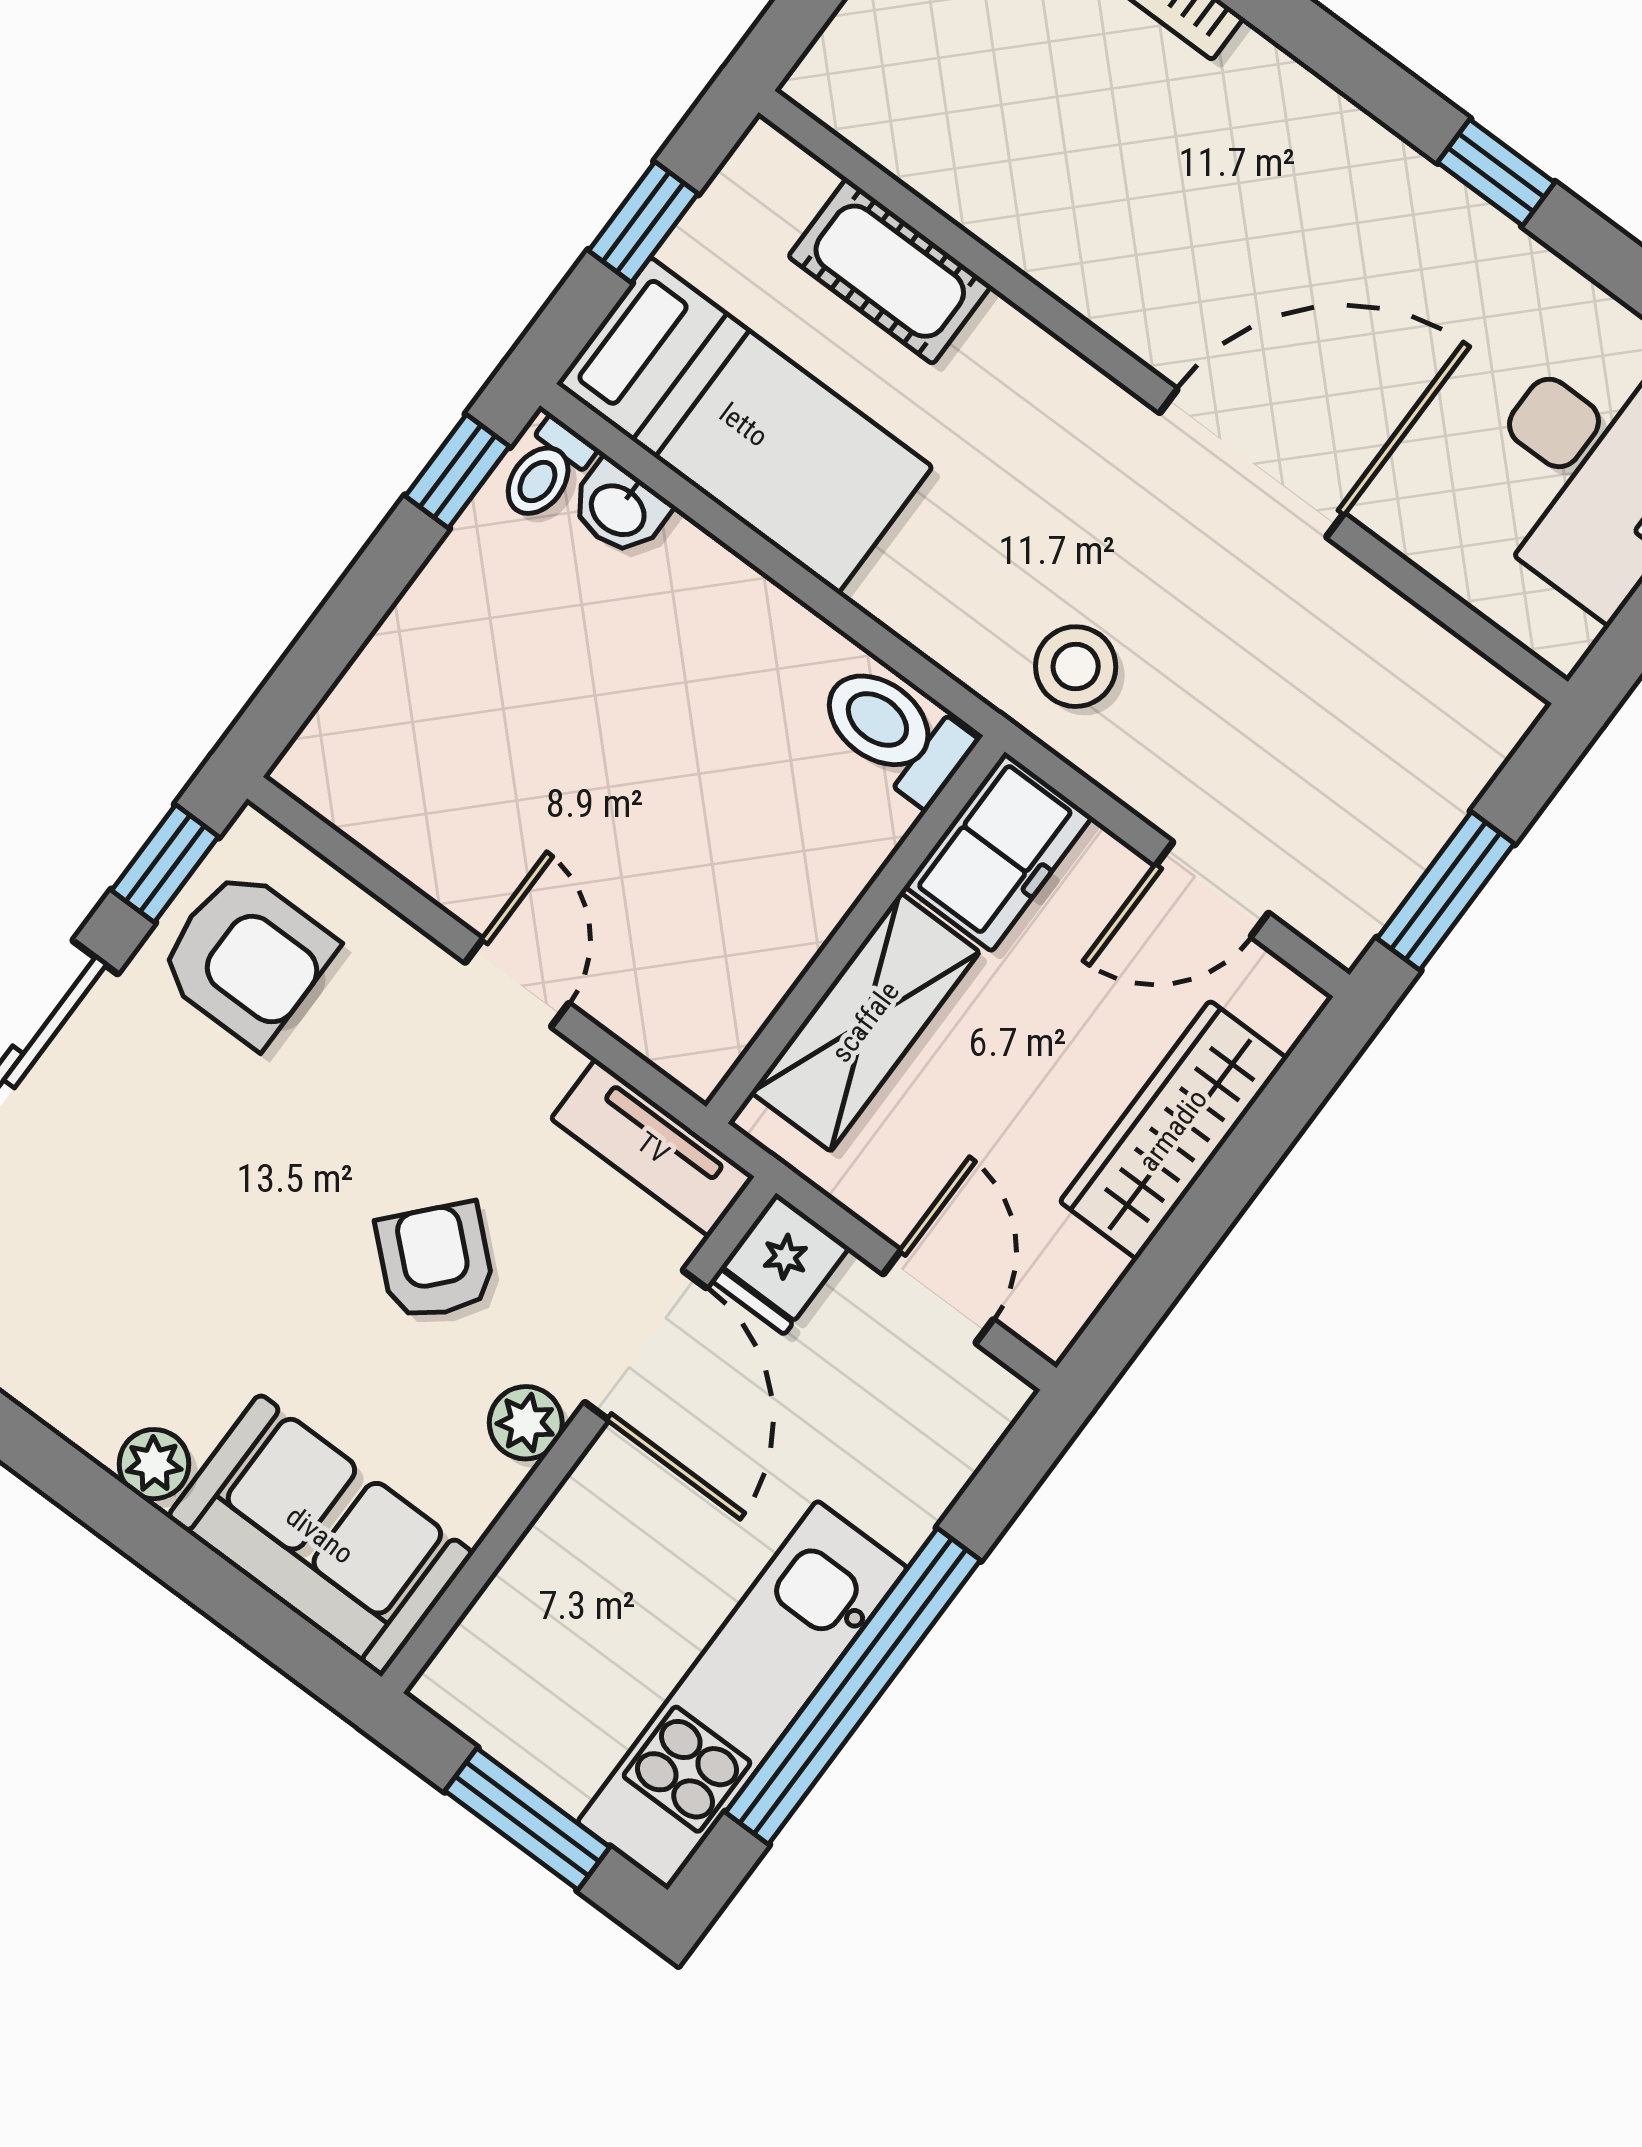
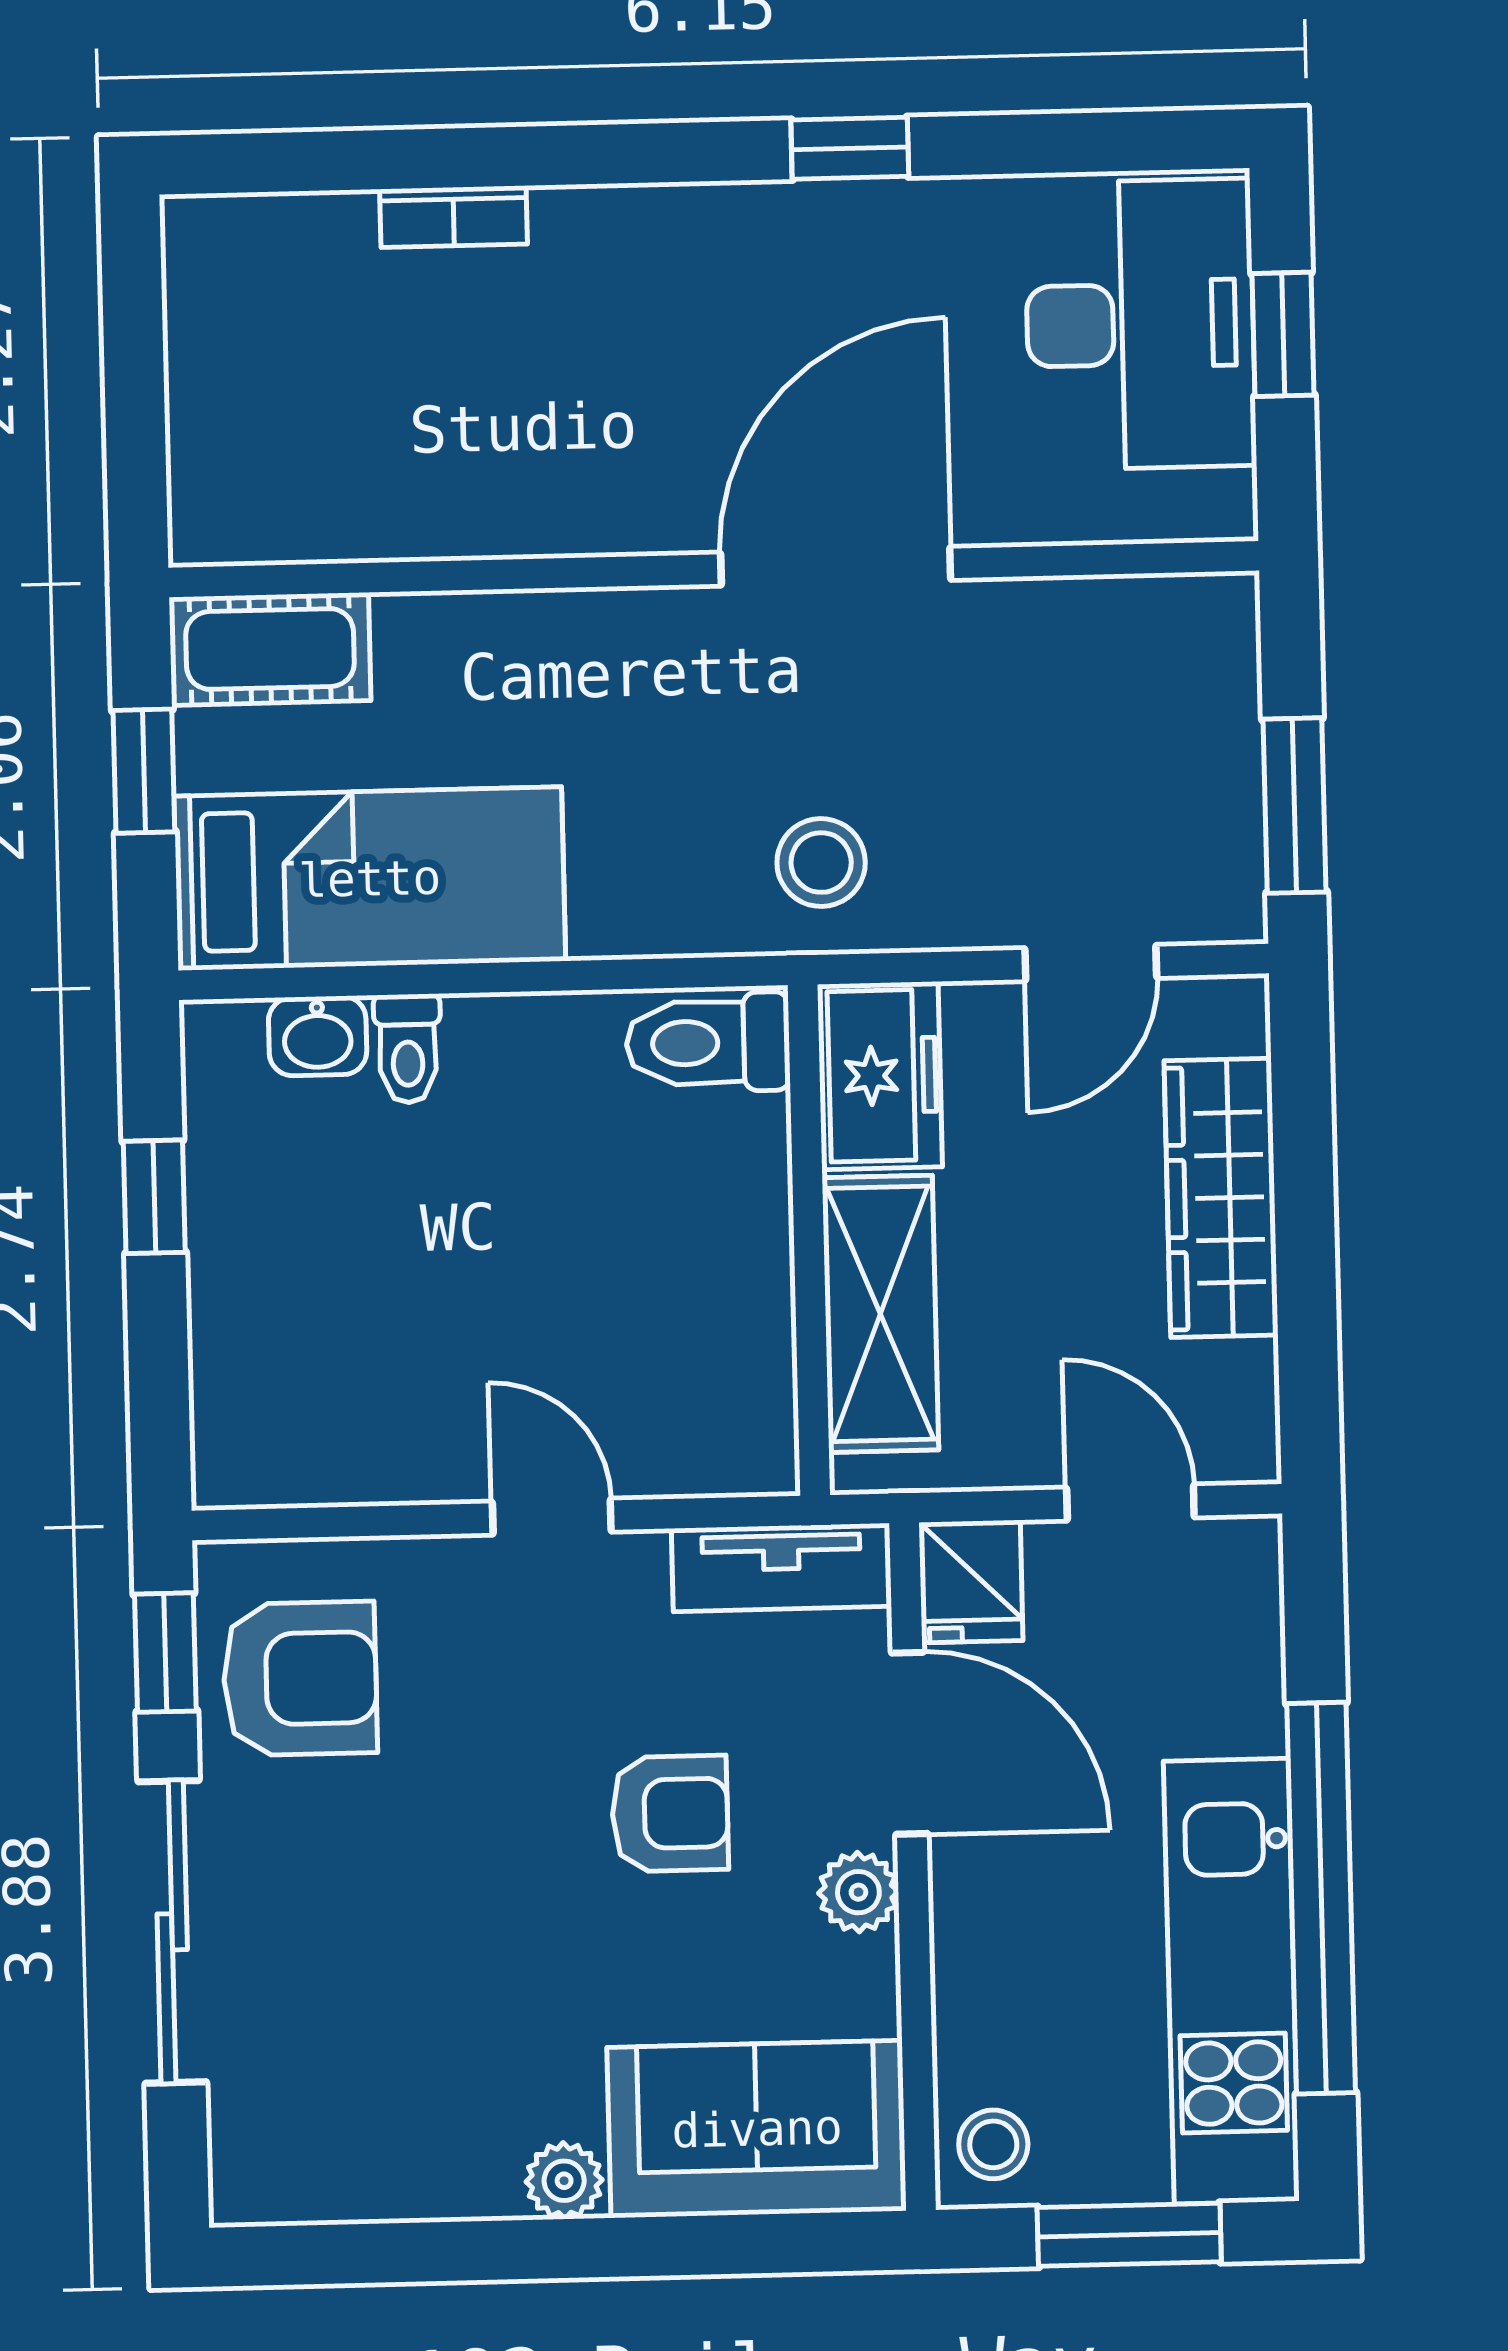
cot: (890, 271) -> (270, 649), moved
window: (457, 471) -> (154, 1197), moved
toilet: (546, 471) -> (408, 1048), moved
armchair: (435, 1261) -> (670, 1814), turned 138
stool: (481, 1678) -> (993, 2144), added

